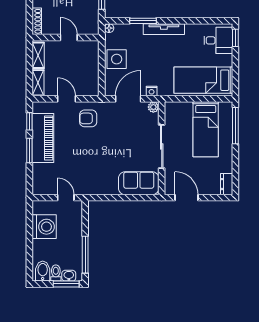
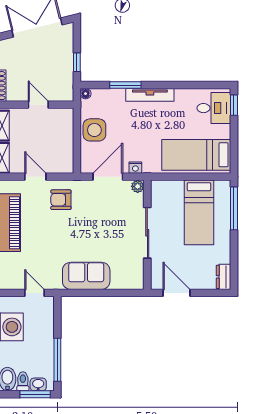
sofa: (139, 183) -> (86, 276), moved

